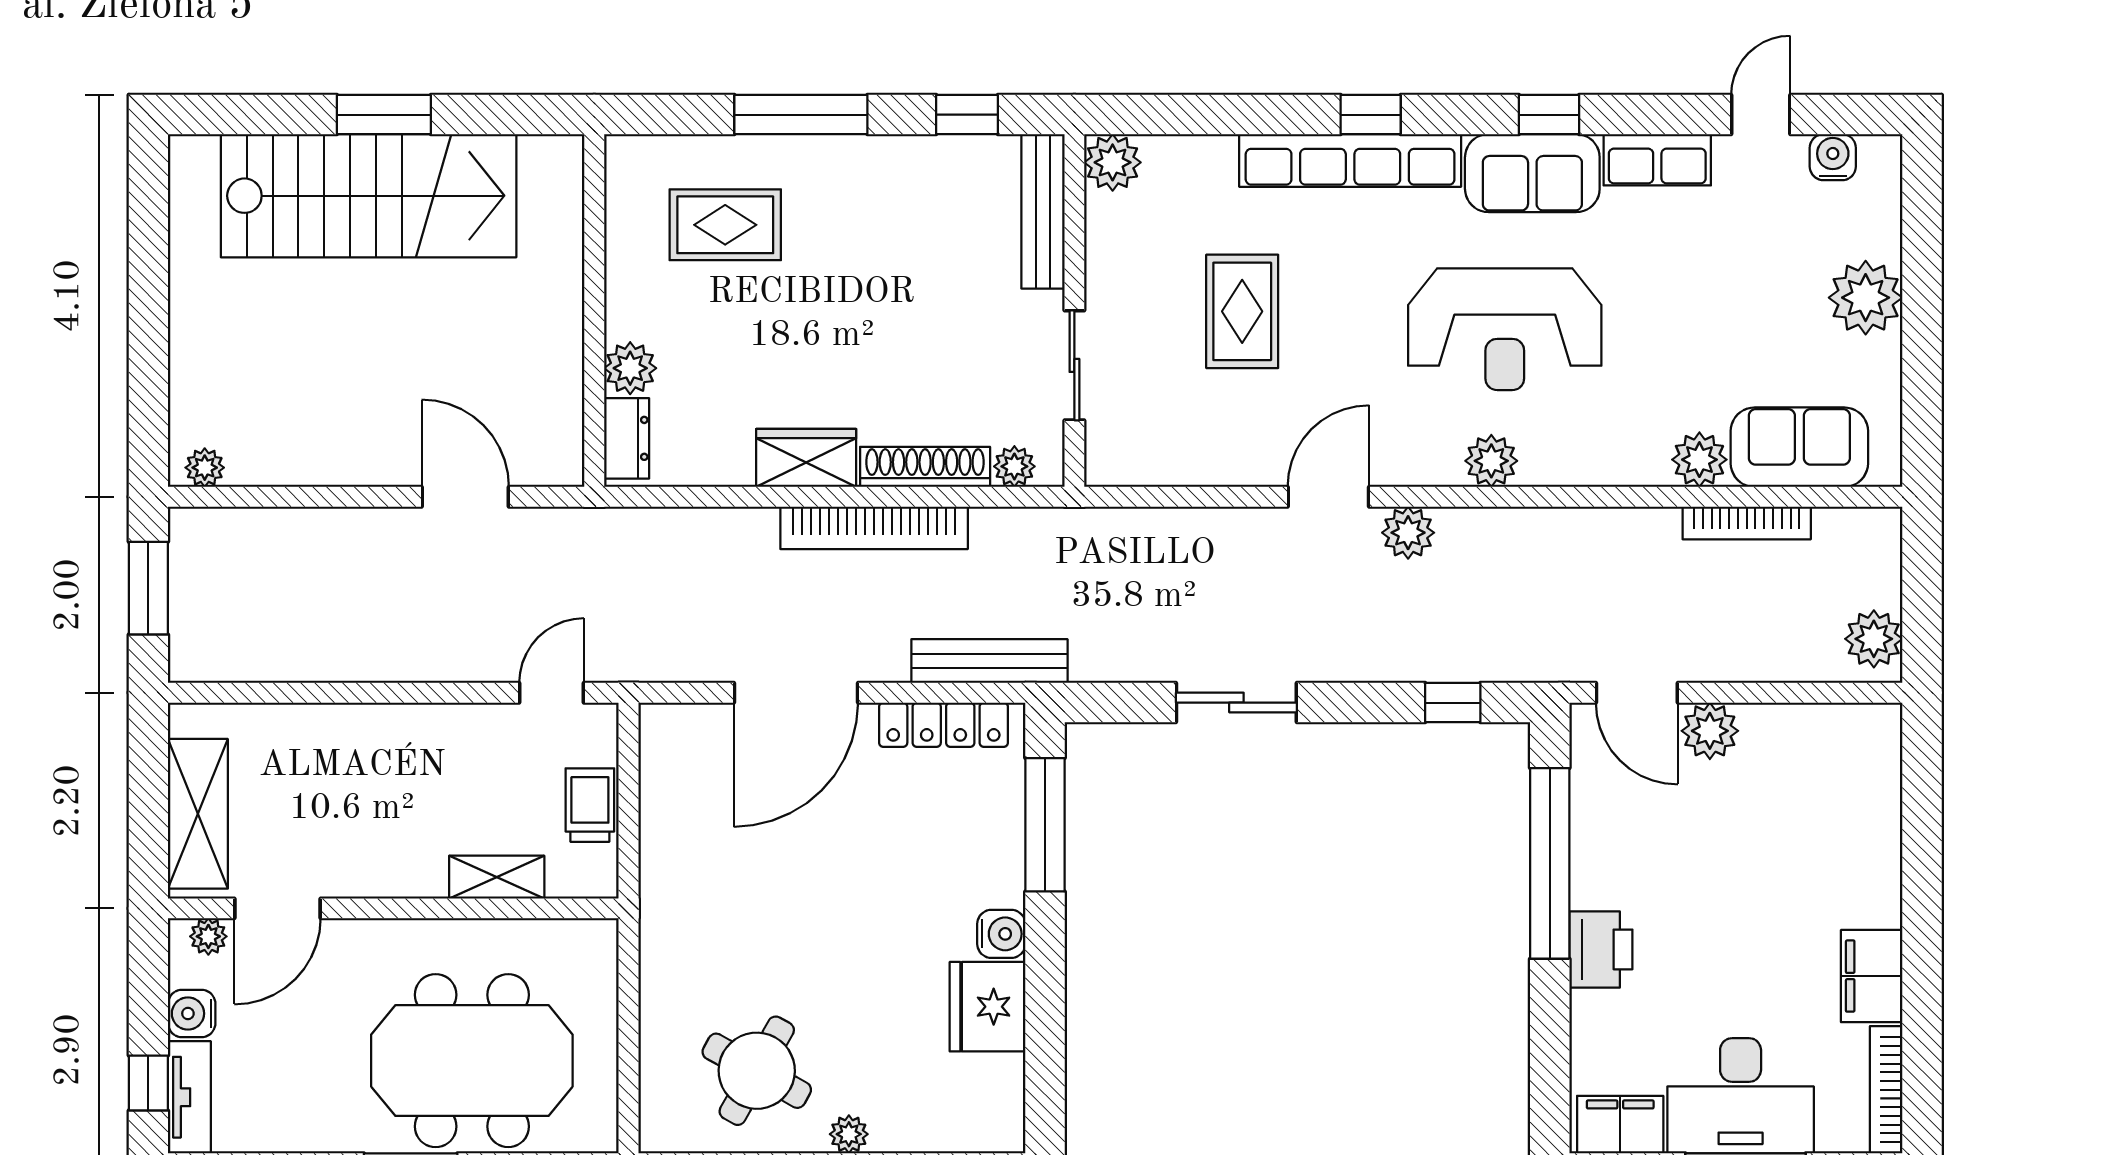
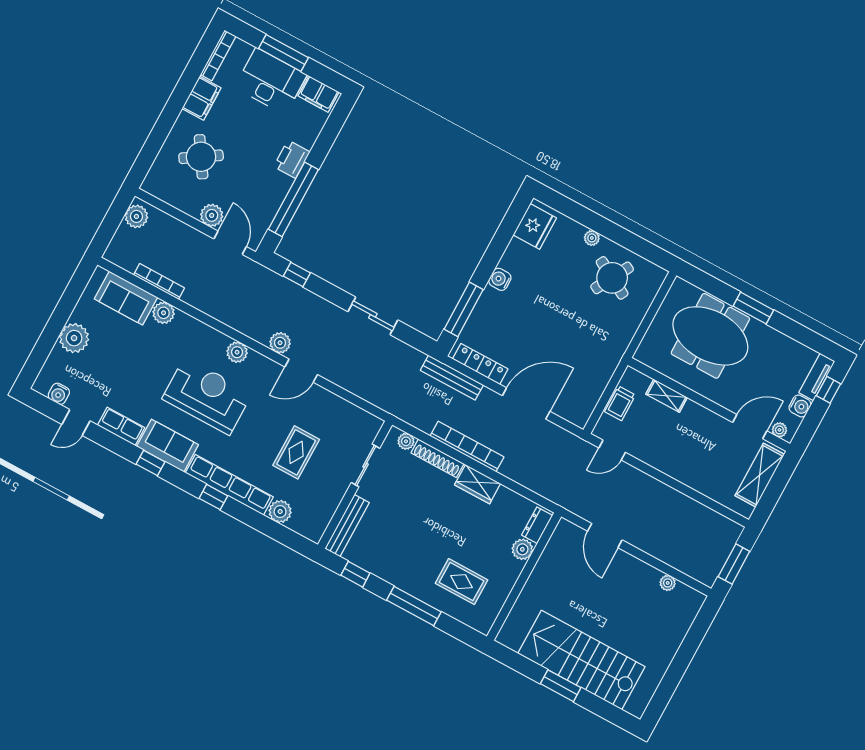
plant: (1113, 162) -> (280, 512), moved
plant: (205, 468) -> (668, 583), moved
round table: (1803, 847) -> (201, 157), added
fridge: (988, 1007) -> (535, 226), moved

